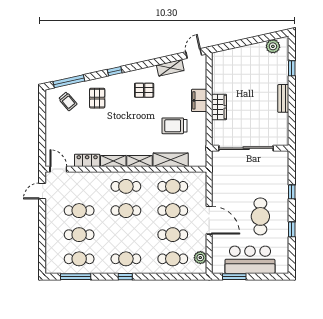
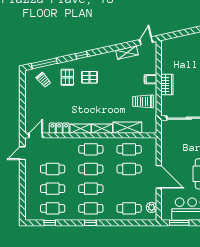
pallet: (144, 90) -> (89, 77), moved
filing cabinet: (199, 100) -> (151, 79), width x0.50
trolley: (174, 126) -> (143, 101), moved
door: (58, 169) -> (36, 135), hinge flipped
cafe table: (173, 235) -> (91, 189), moved
window: (76, 277) -> (50, 223), width x0.46

